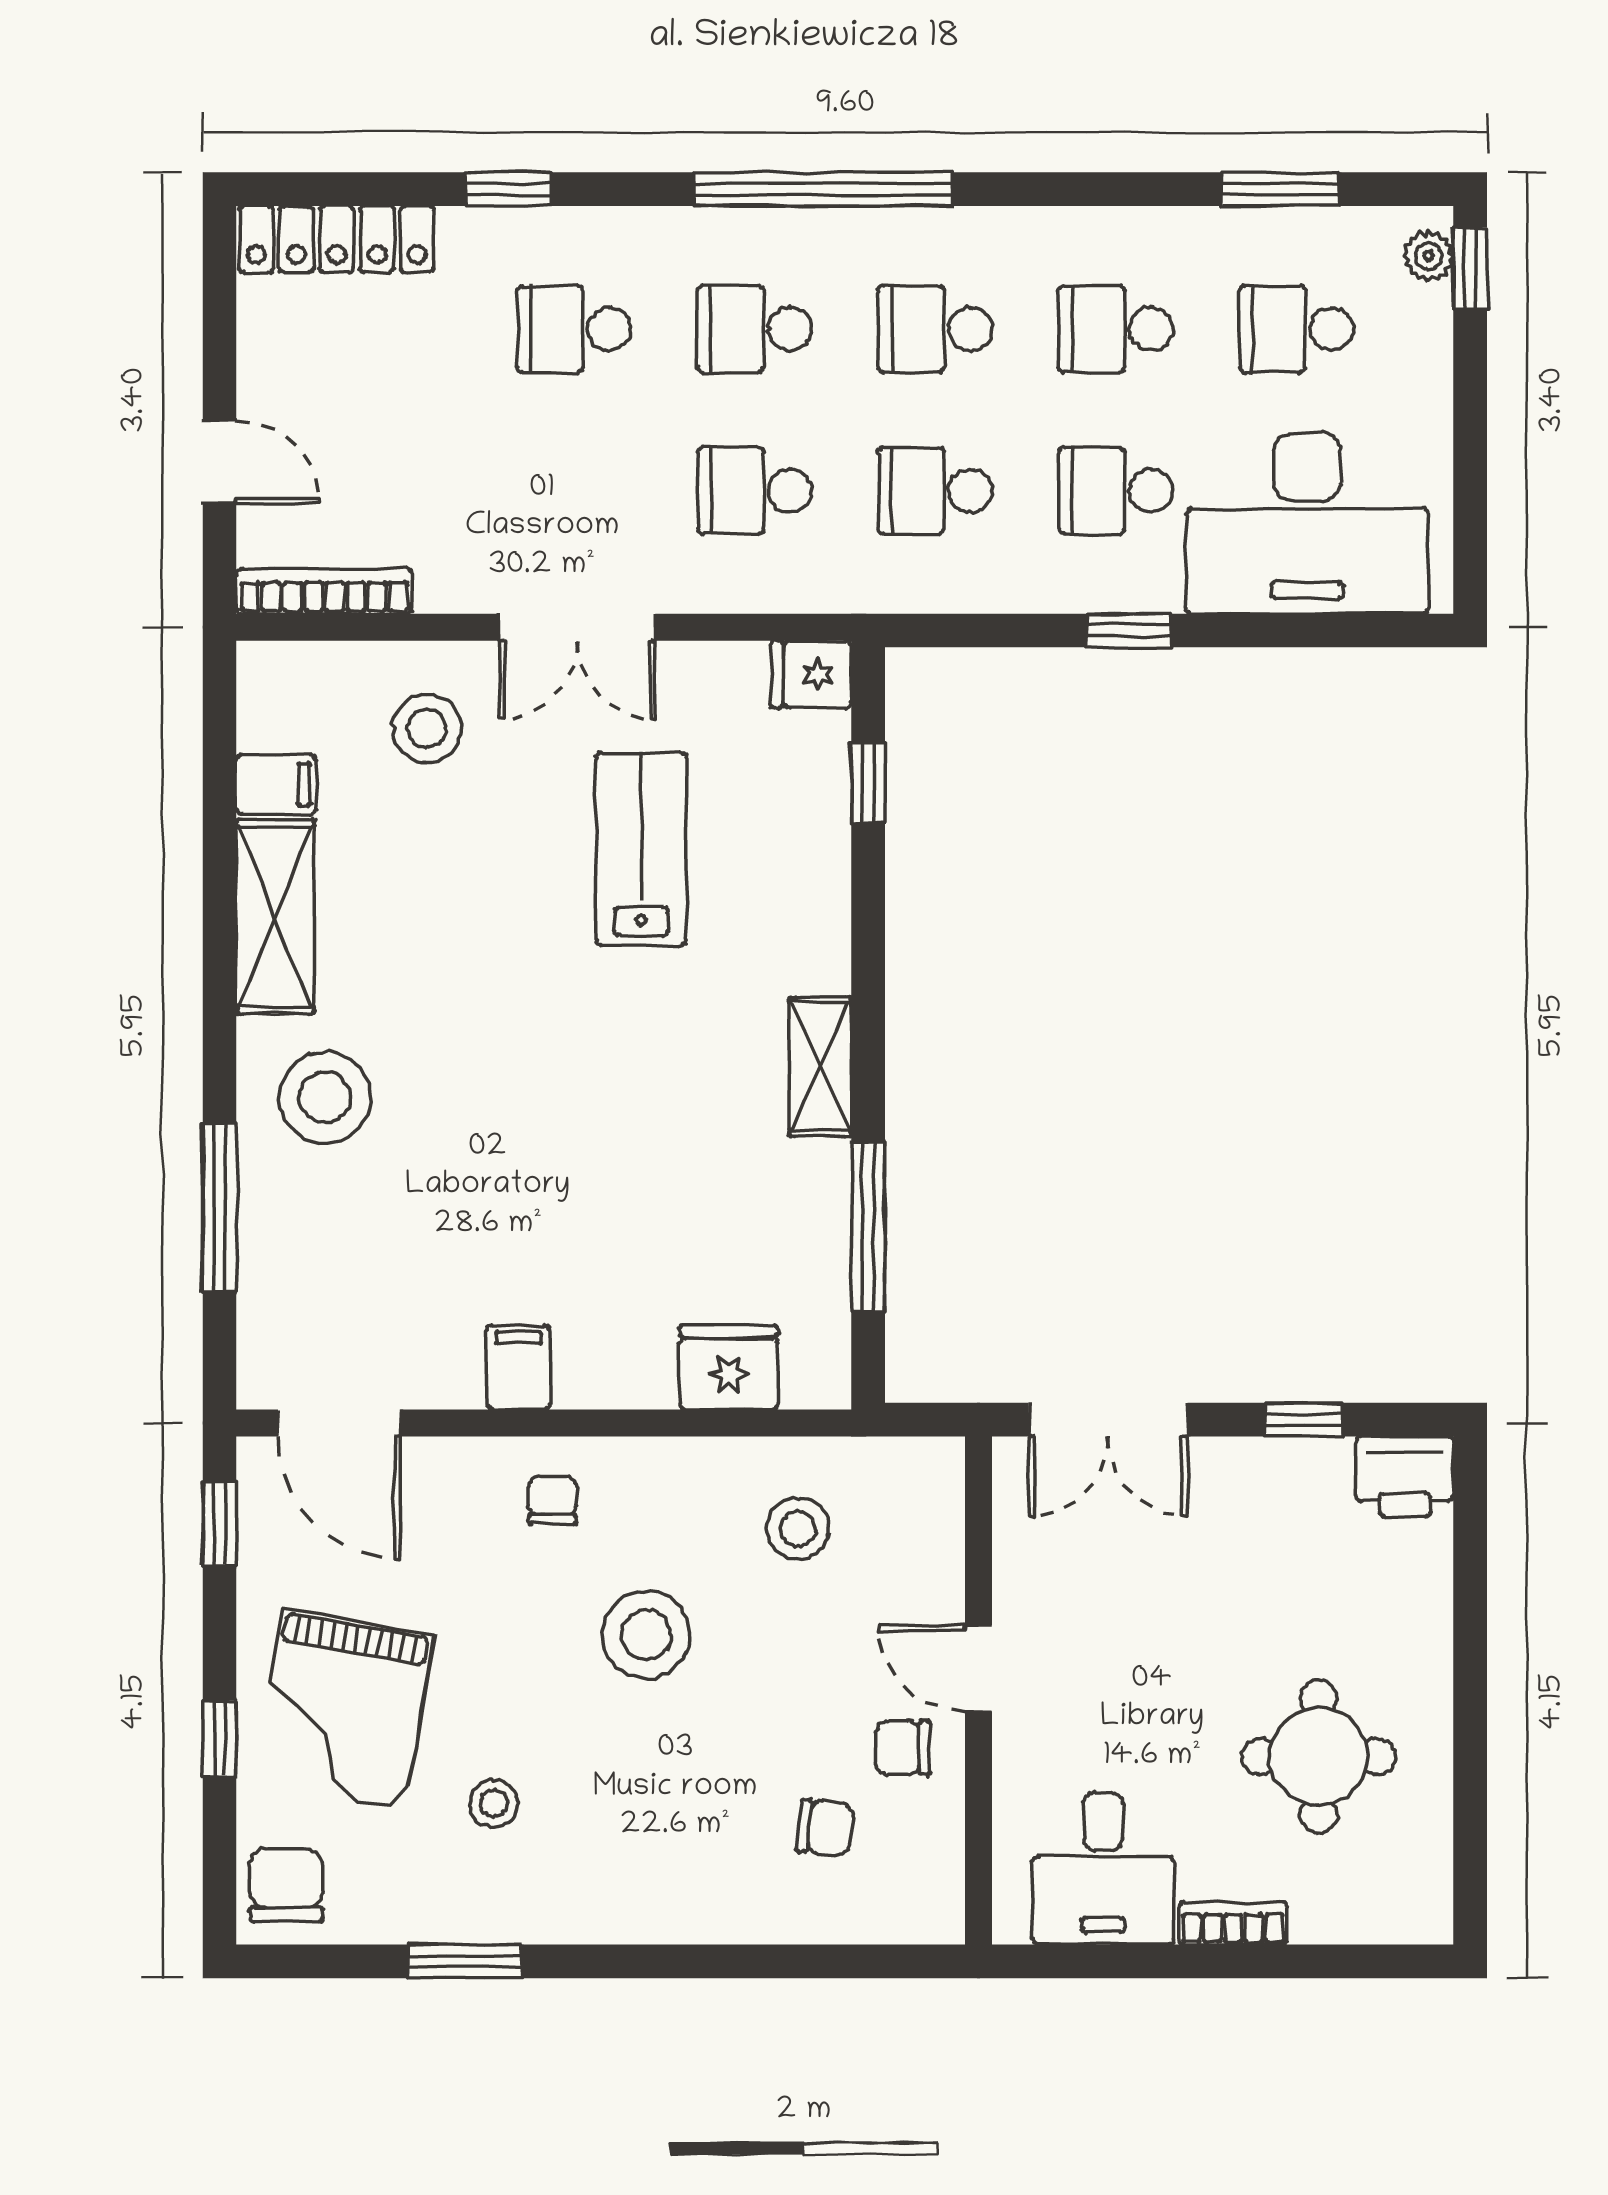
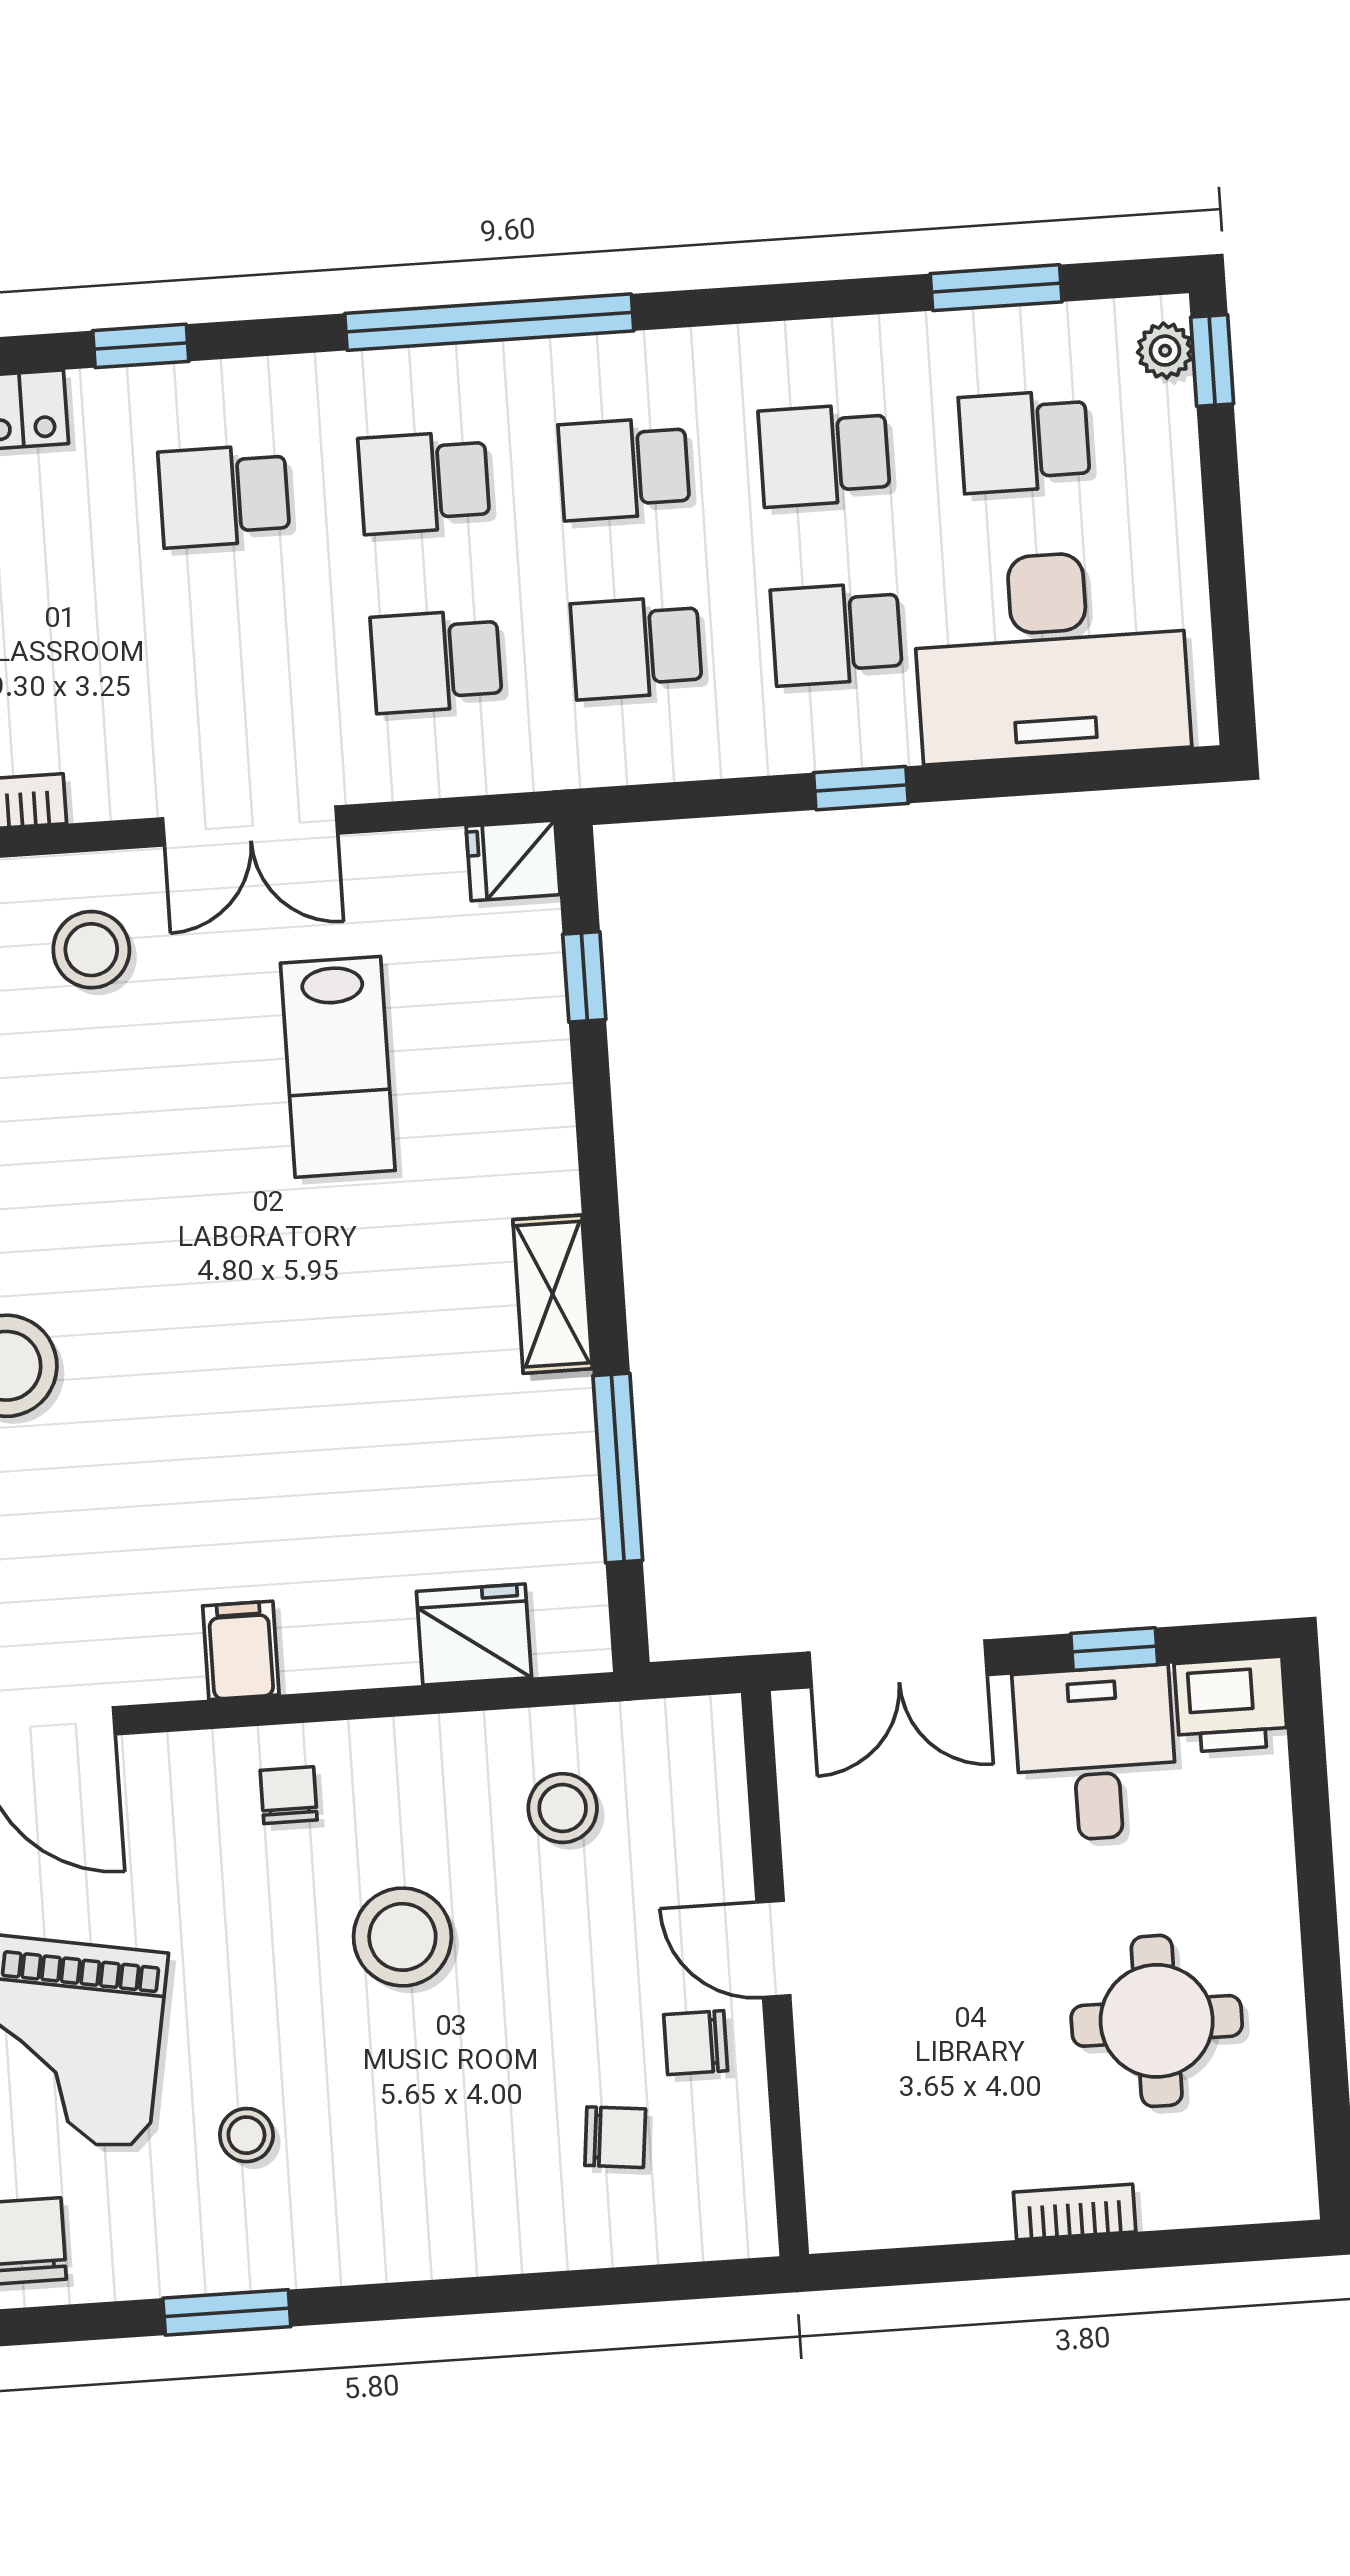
lab bench: (641, 849) -> (338, 1067), turned 180
desk: (1103, 1868) -> (1096, 1754), moved, turned 180

